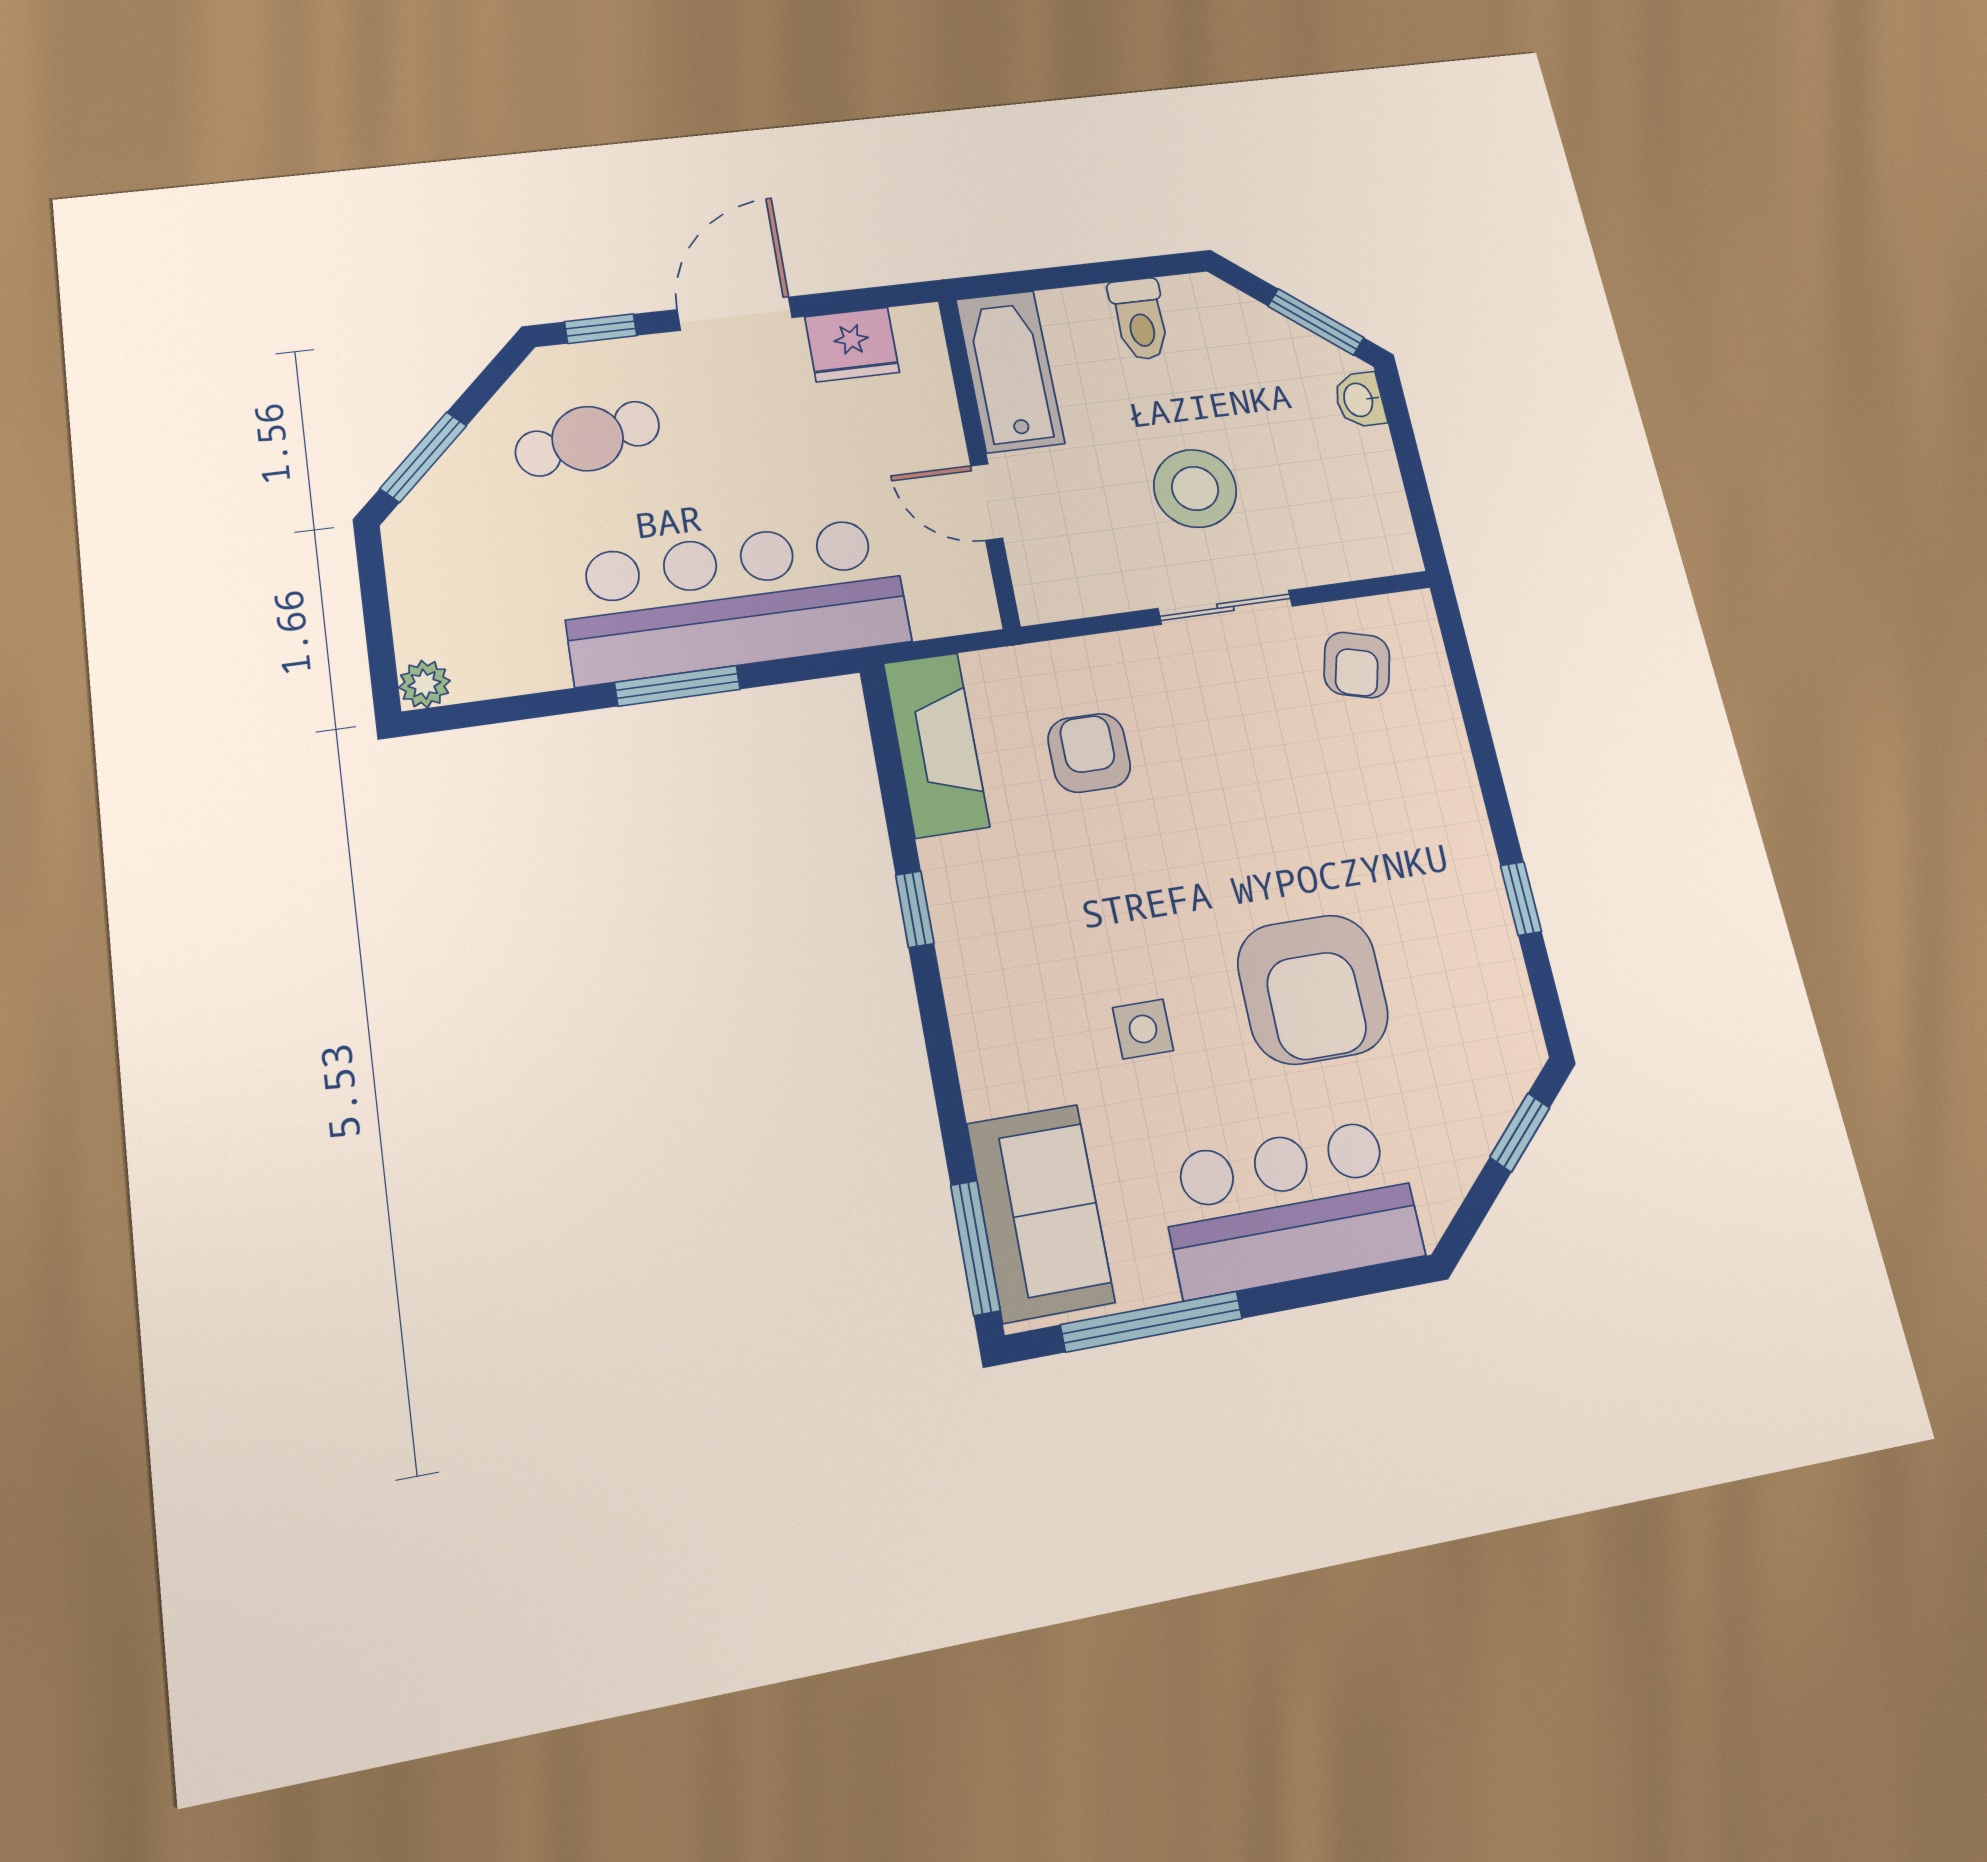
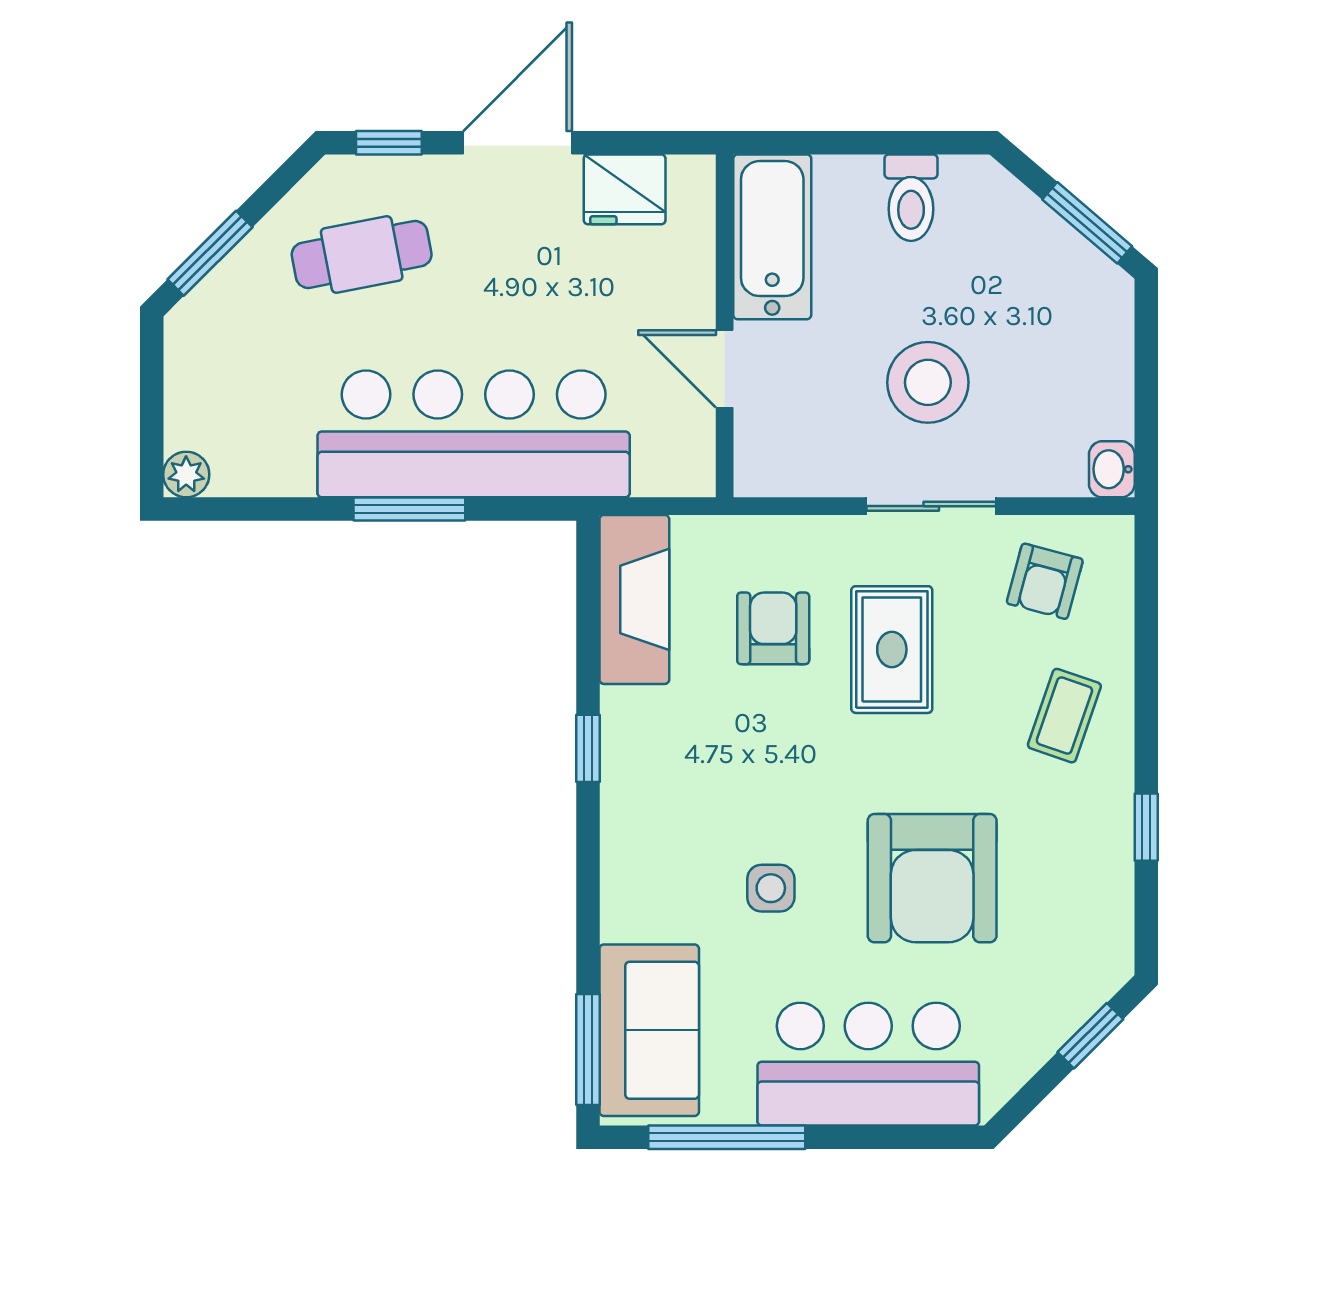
washbasin: (1360, 400) -> (1112, 469), moved
rug: (1217, 756) -> (892, 650), added
coffee table: (1409, 797) -> (1064, 716), added

